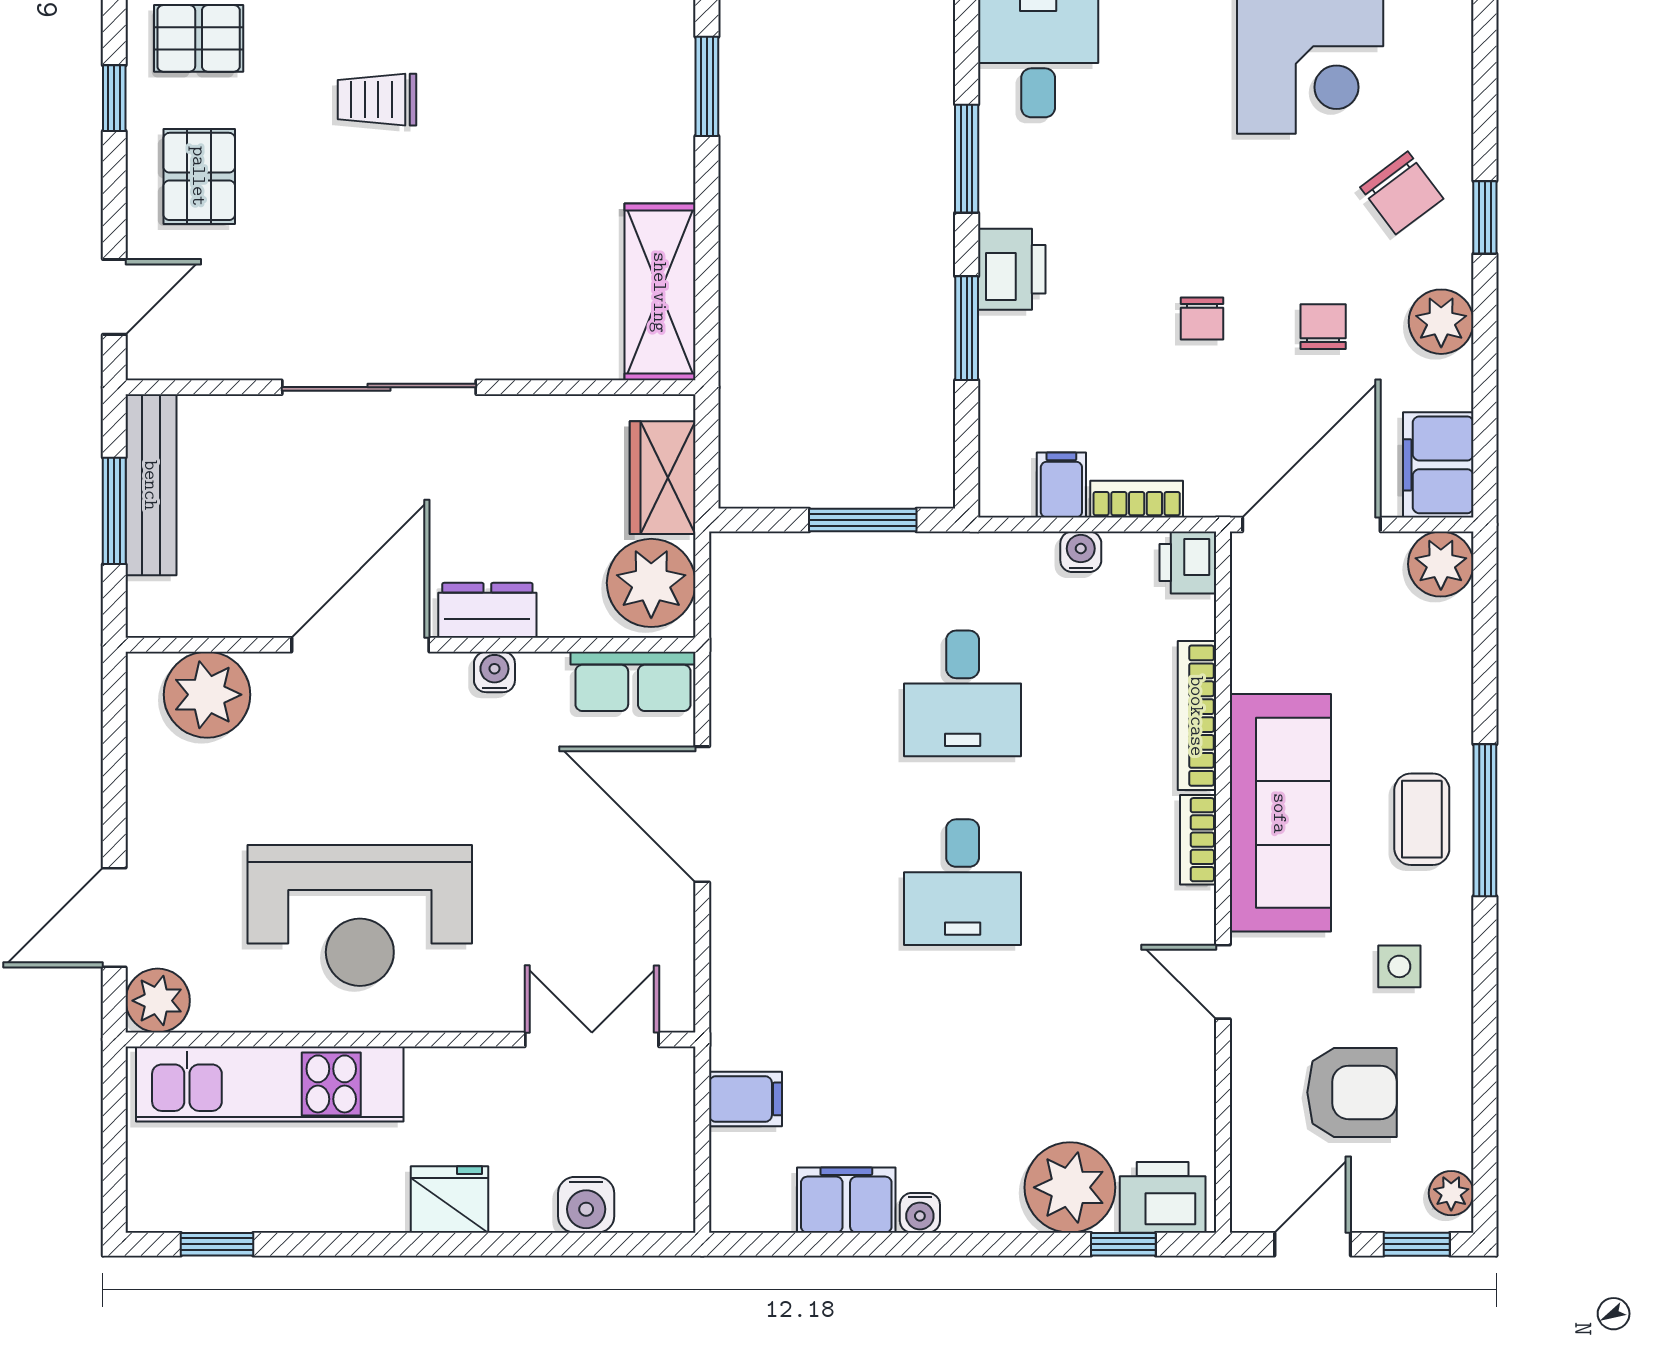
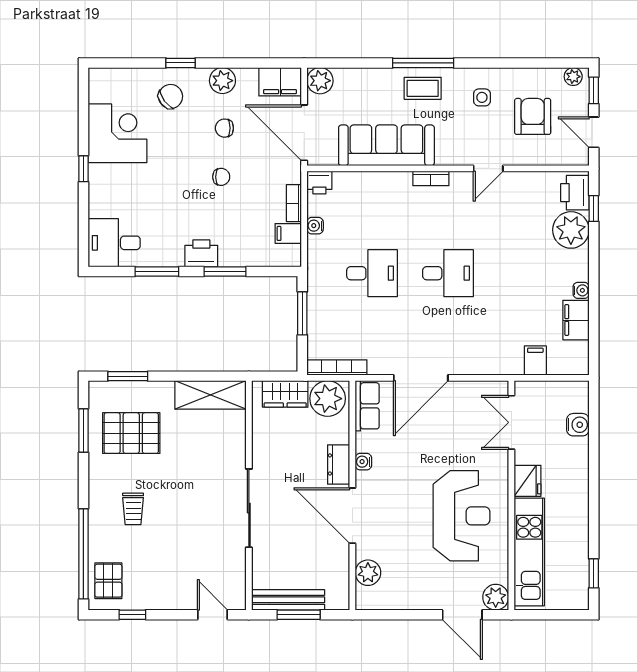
pallet: (199, 176) -> (131, 433), moved, width x1.50, depth x1.42
plant: (207, 695) -> (368, 573), width x0.73, depth x0.73
bookcase: (1197, 716) -> (337, 368), moved, turned 180
sofa: (1280, 813) -> (386, 145), moved
fridge: (449, 1199) -> (527, 481), moved, turned 180

